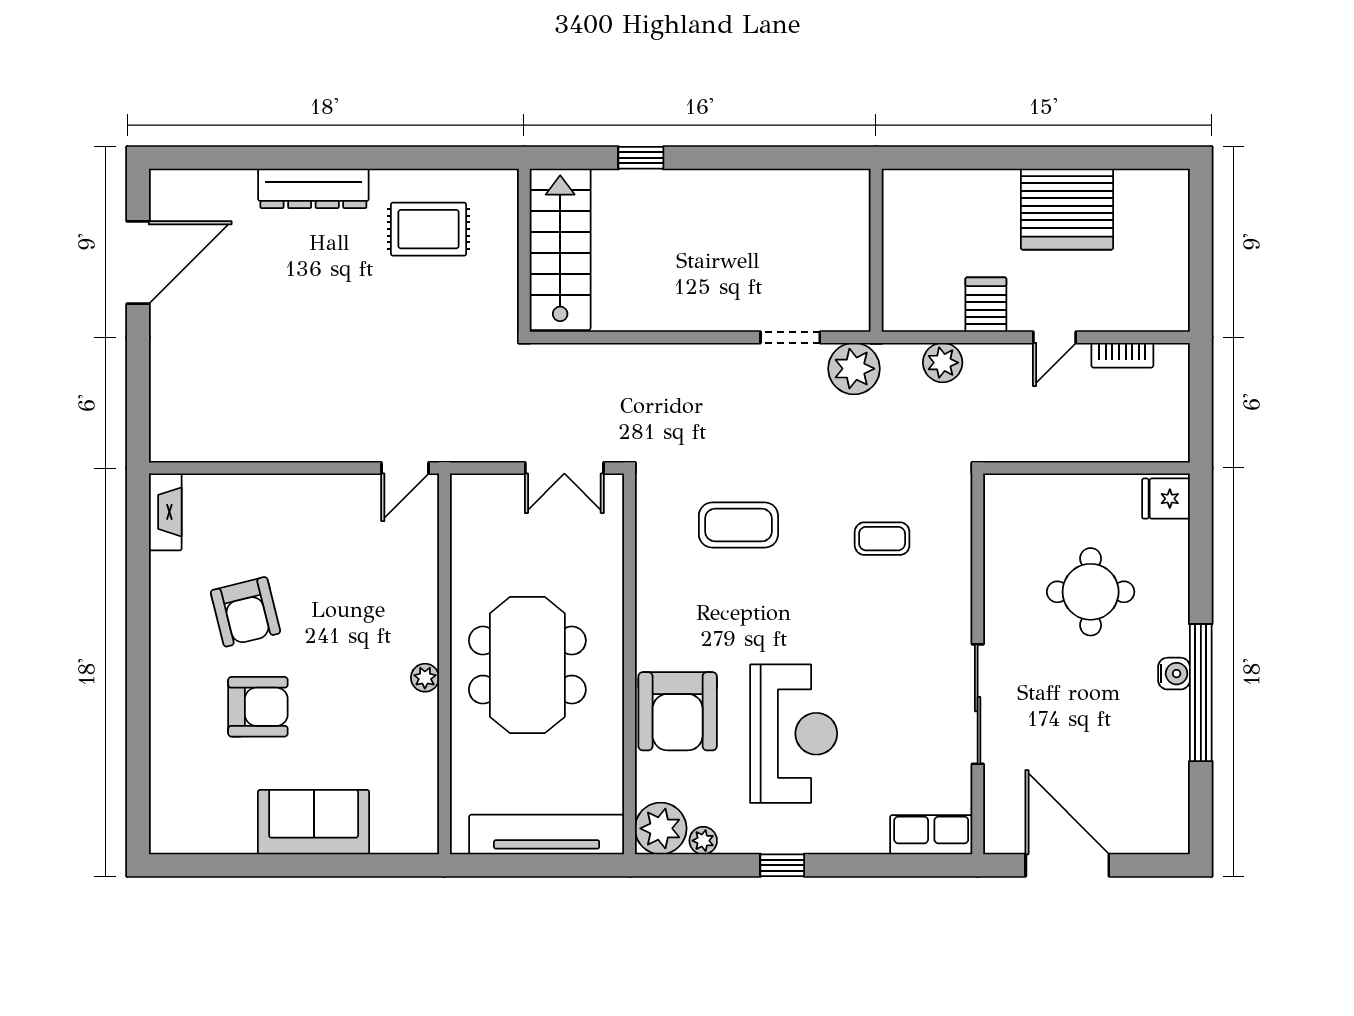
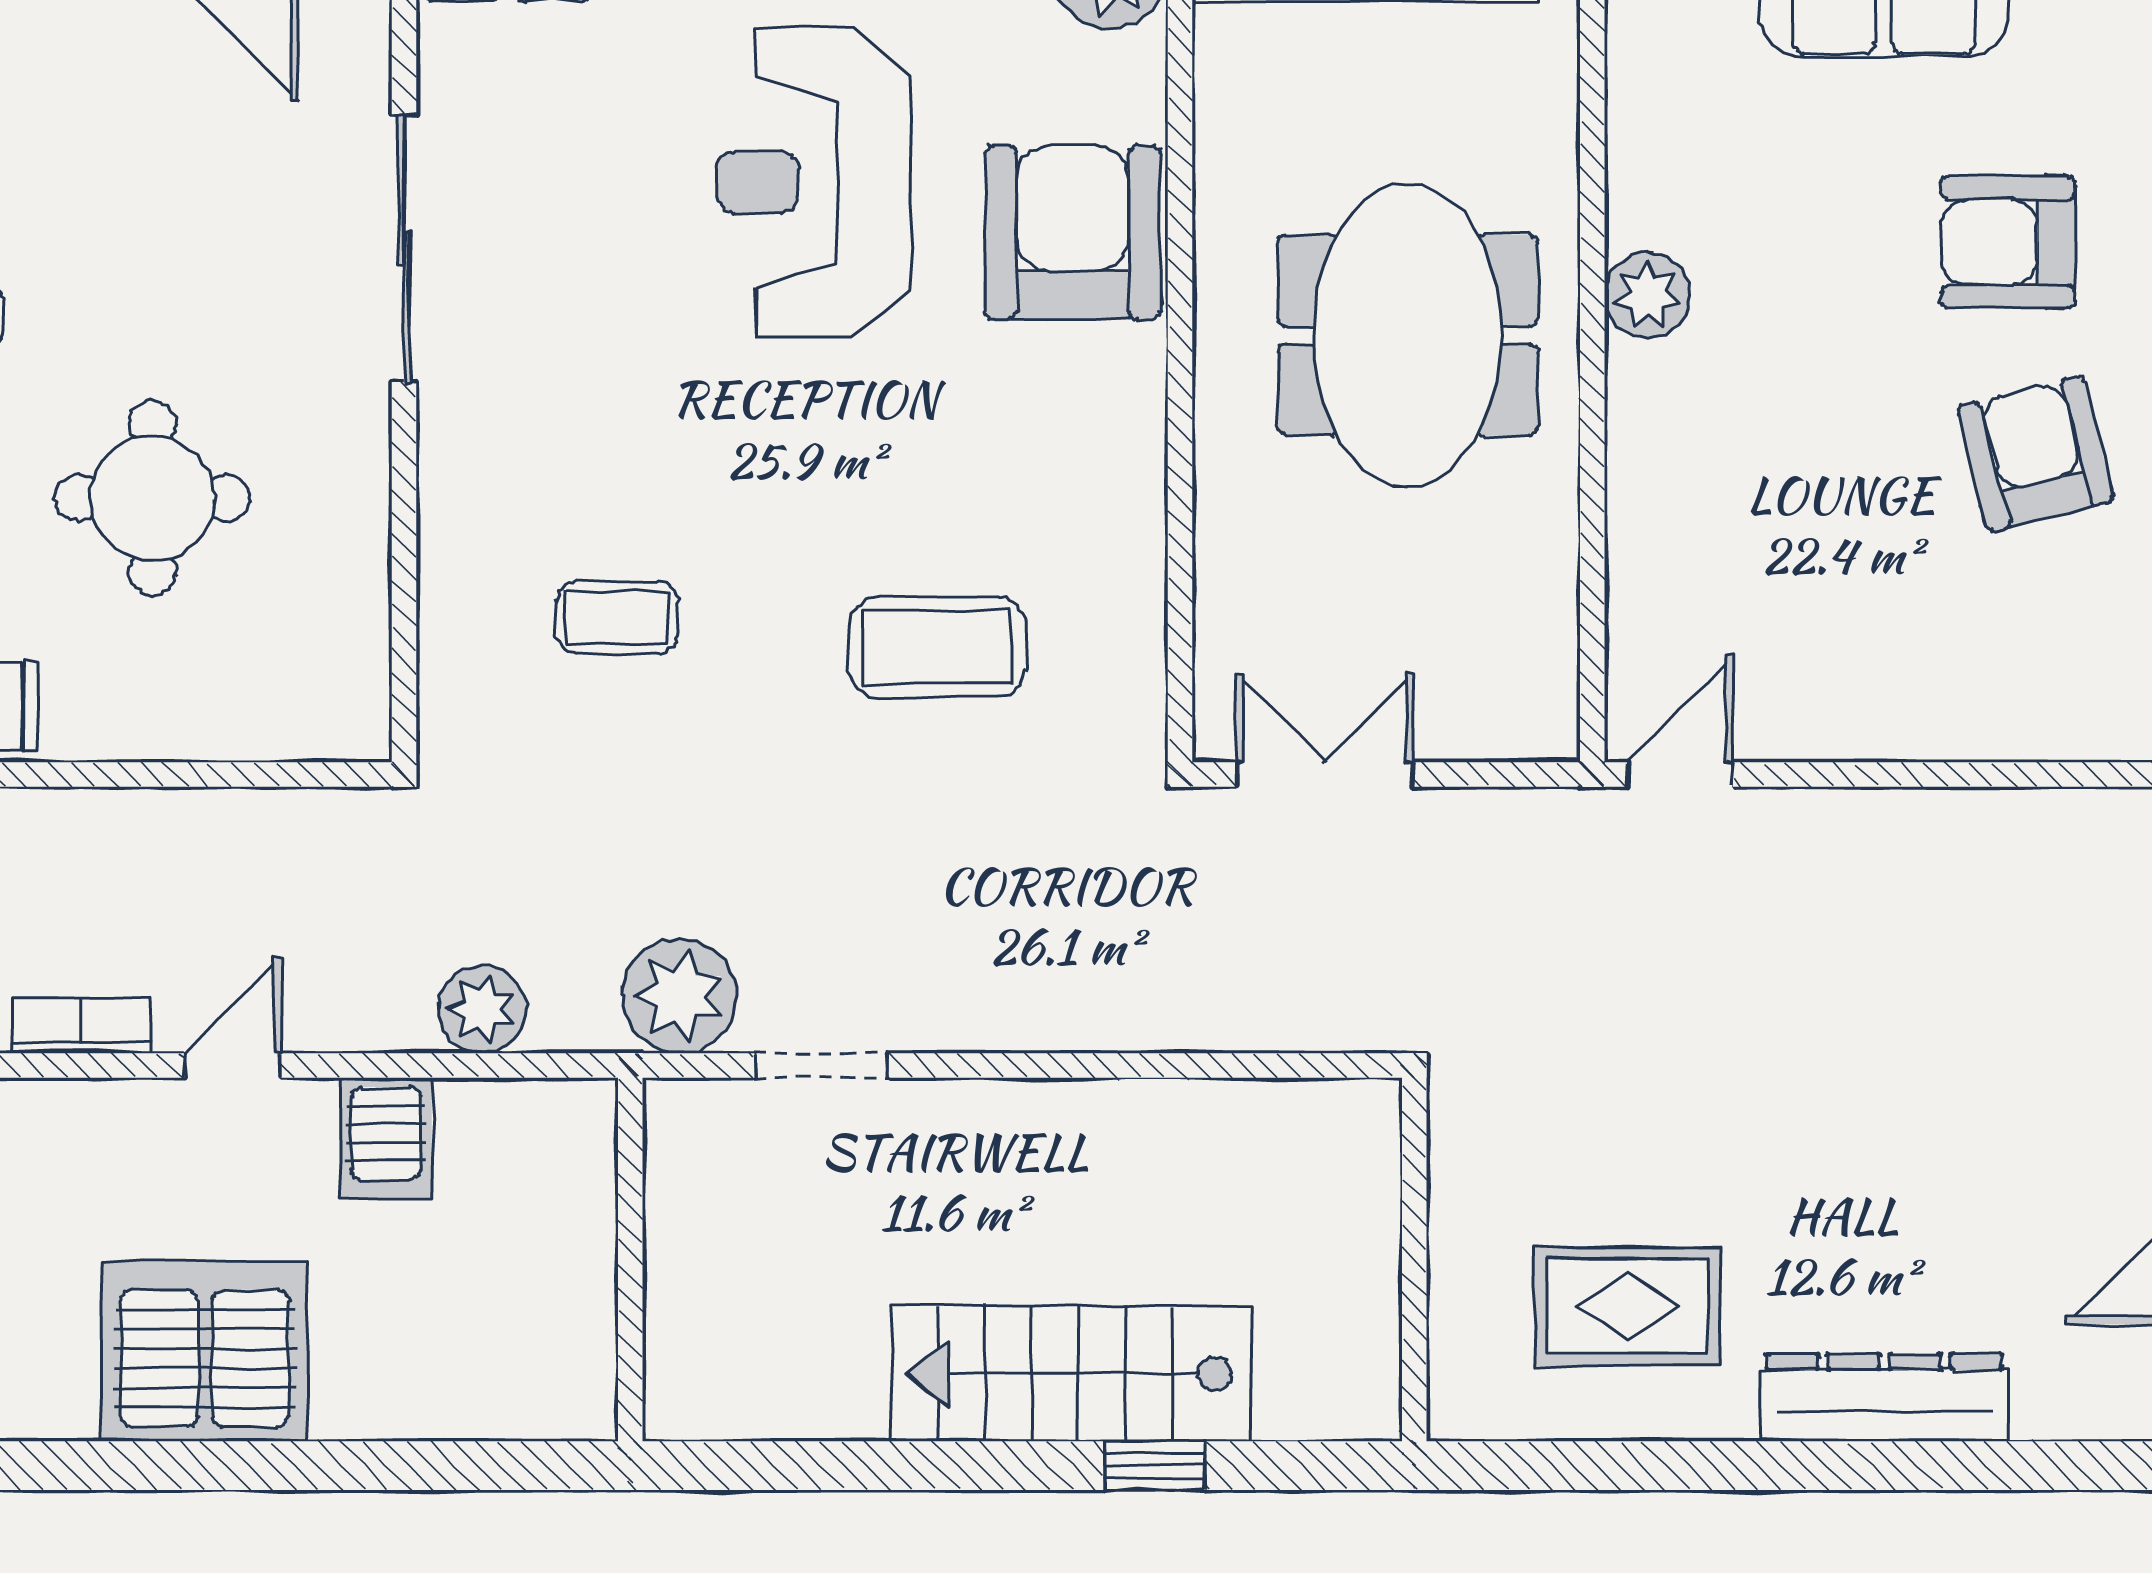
stairs: (560, 249) -> (1071, 1373), moved, turned 90
plant: (425, 678) -> (1647, 295), width x1.38, depth x1.38

